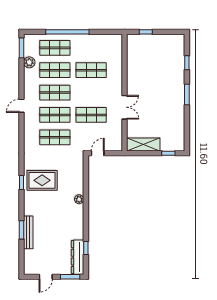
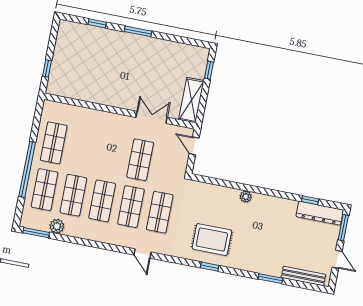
shop shelf: (91, 70) -> (54, 143), moved
door: (21, 106) -> (142, 254), moved
double door: (125, 107) -> (152, 117), moved
door: (98, 153) -> (194, 146), moved
rug: (42, 180) -> (212, 240), turned 90
bench: (28, 232) -> (303, 276), moved

